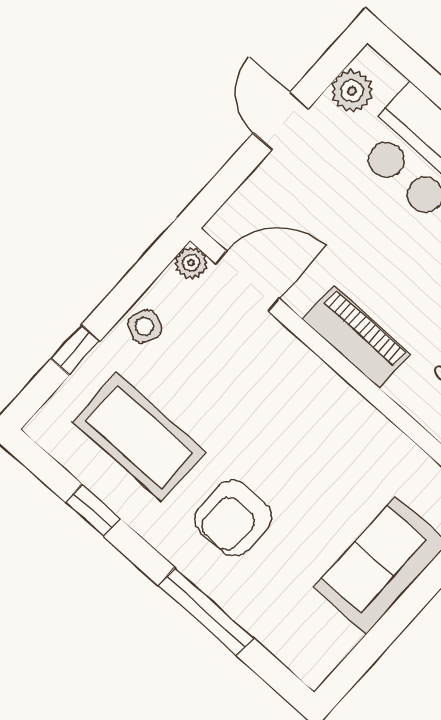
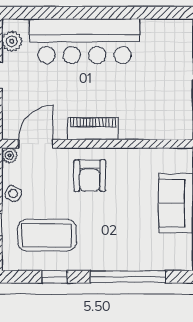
armchair: (233, 518) -> (90, 176), moved
window: (206, 612) -> (128, 277), width x1.46

